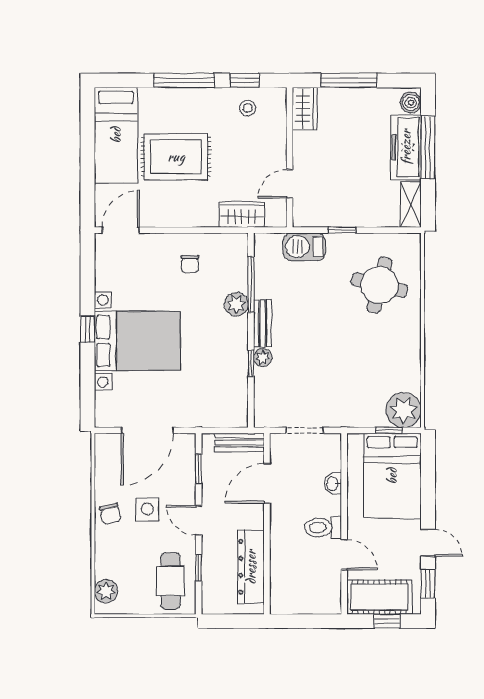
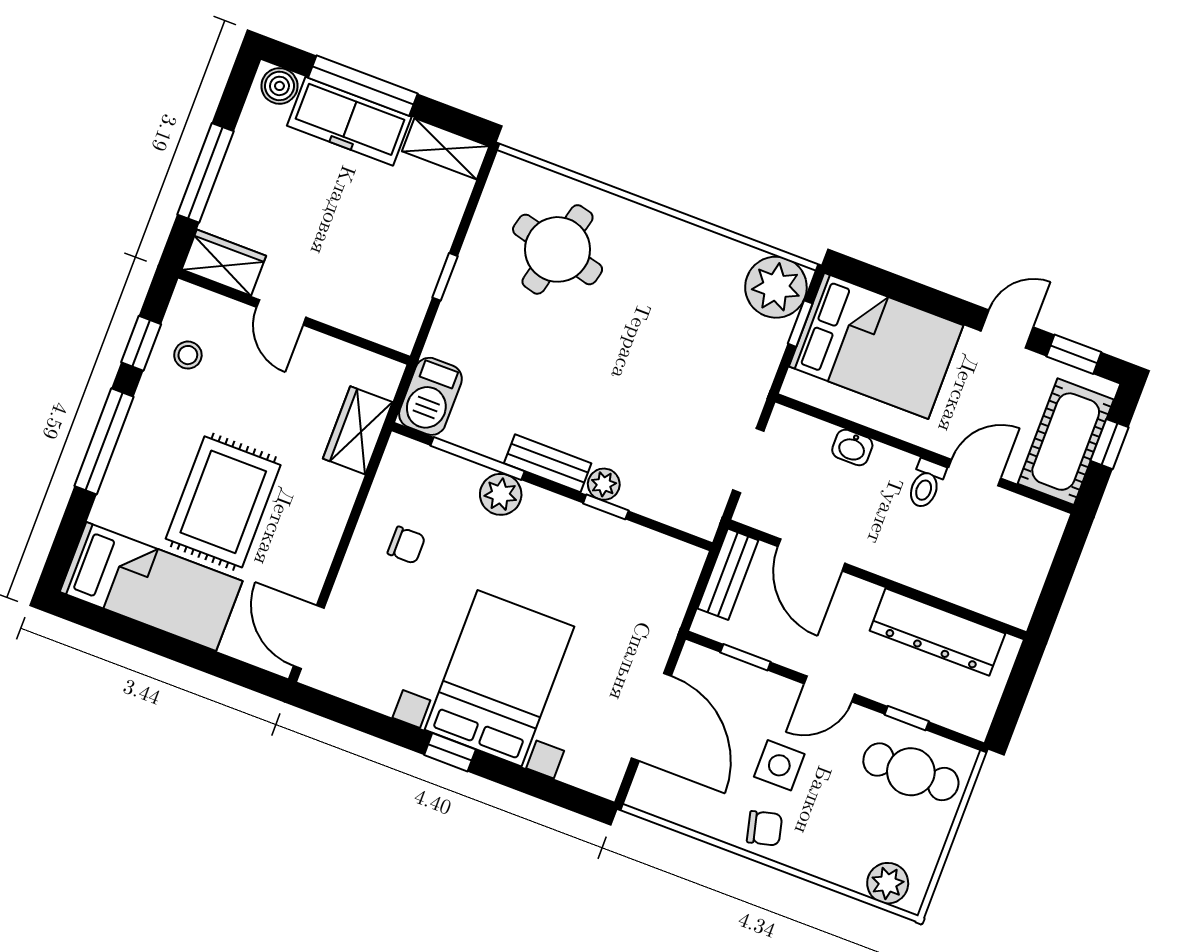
door: (290, 184) -> (281, 312), moved
barbecue: (304, 247) -> (430, 396), moved
toilet: (323, 528) -> (926, 484), width x0.73, depth x0.72

